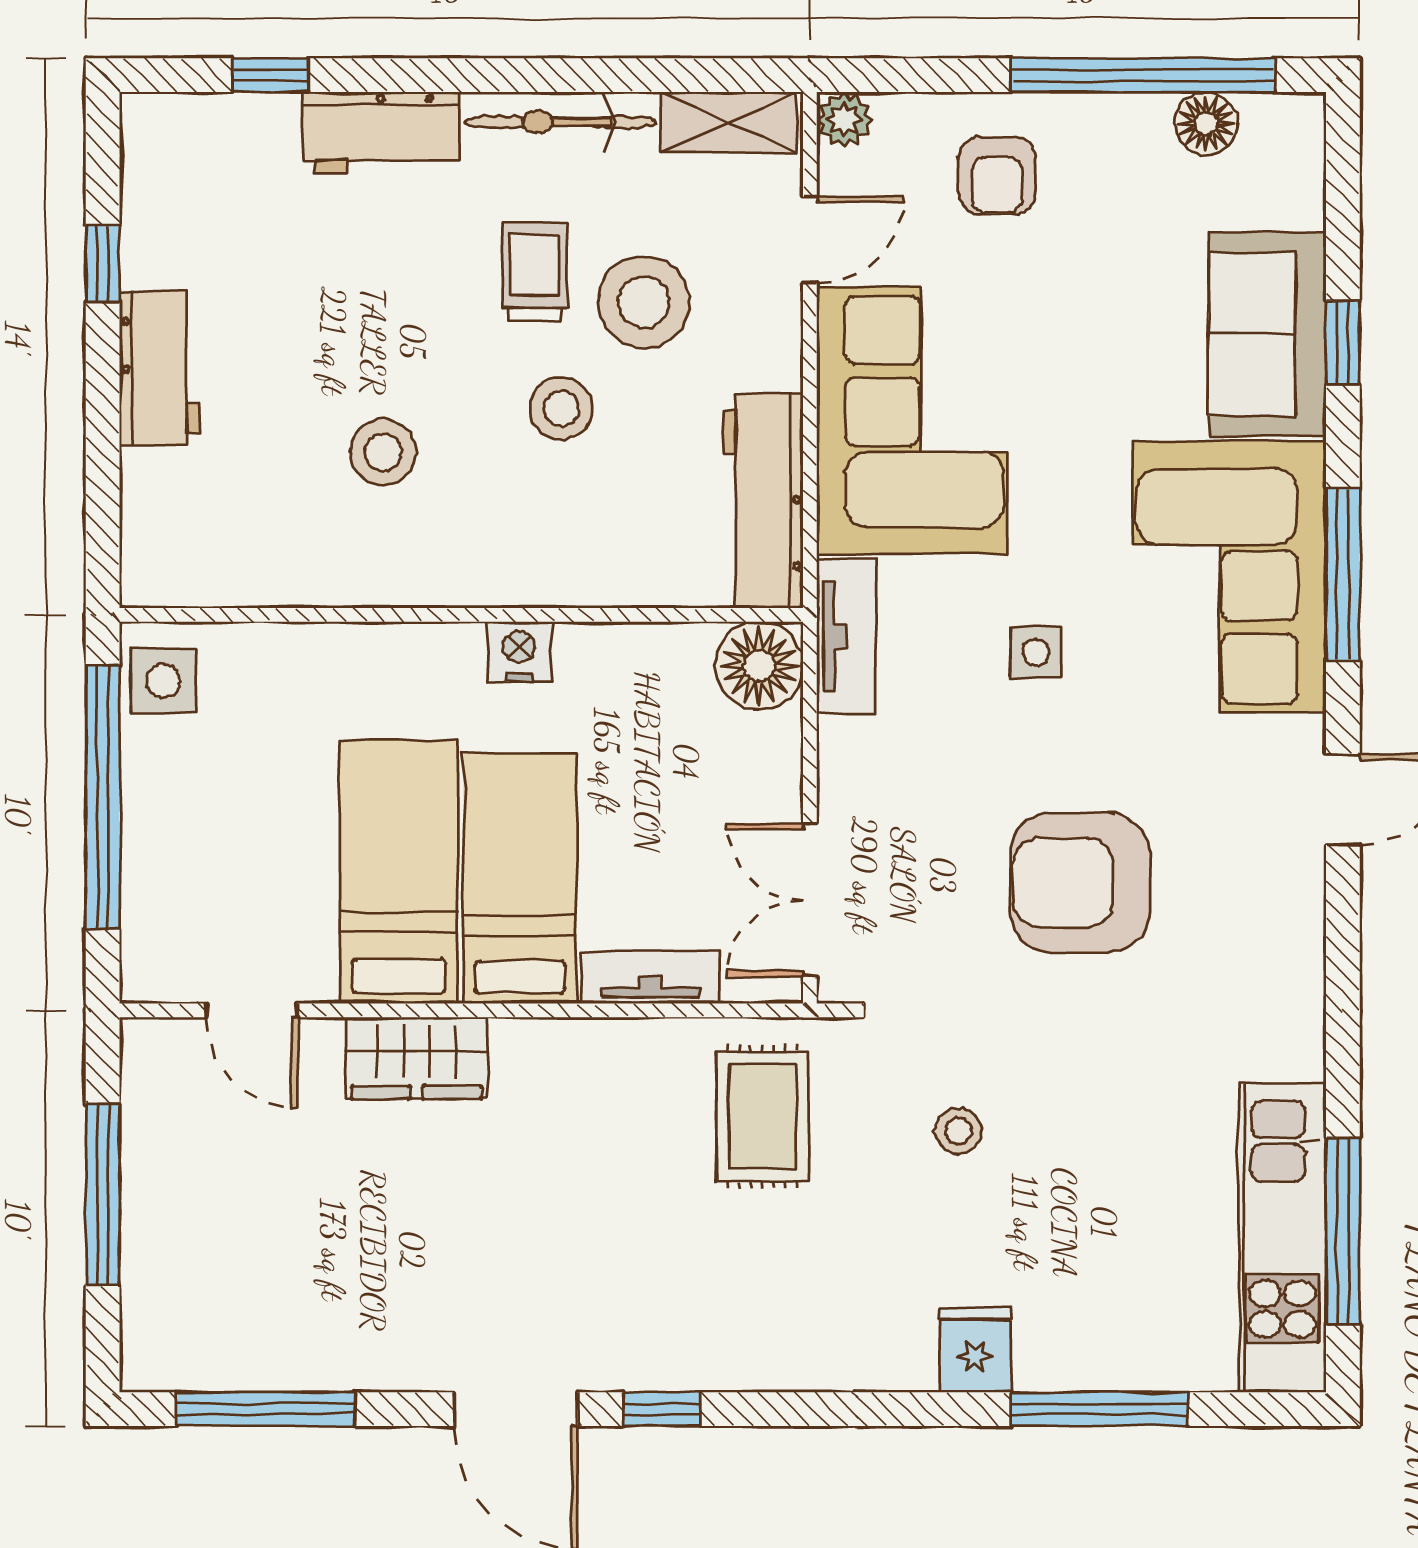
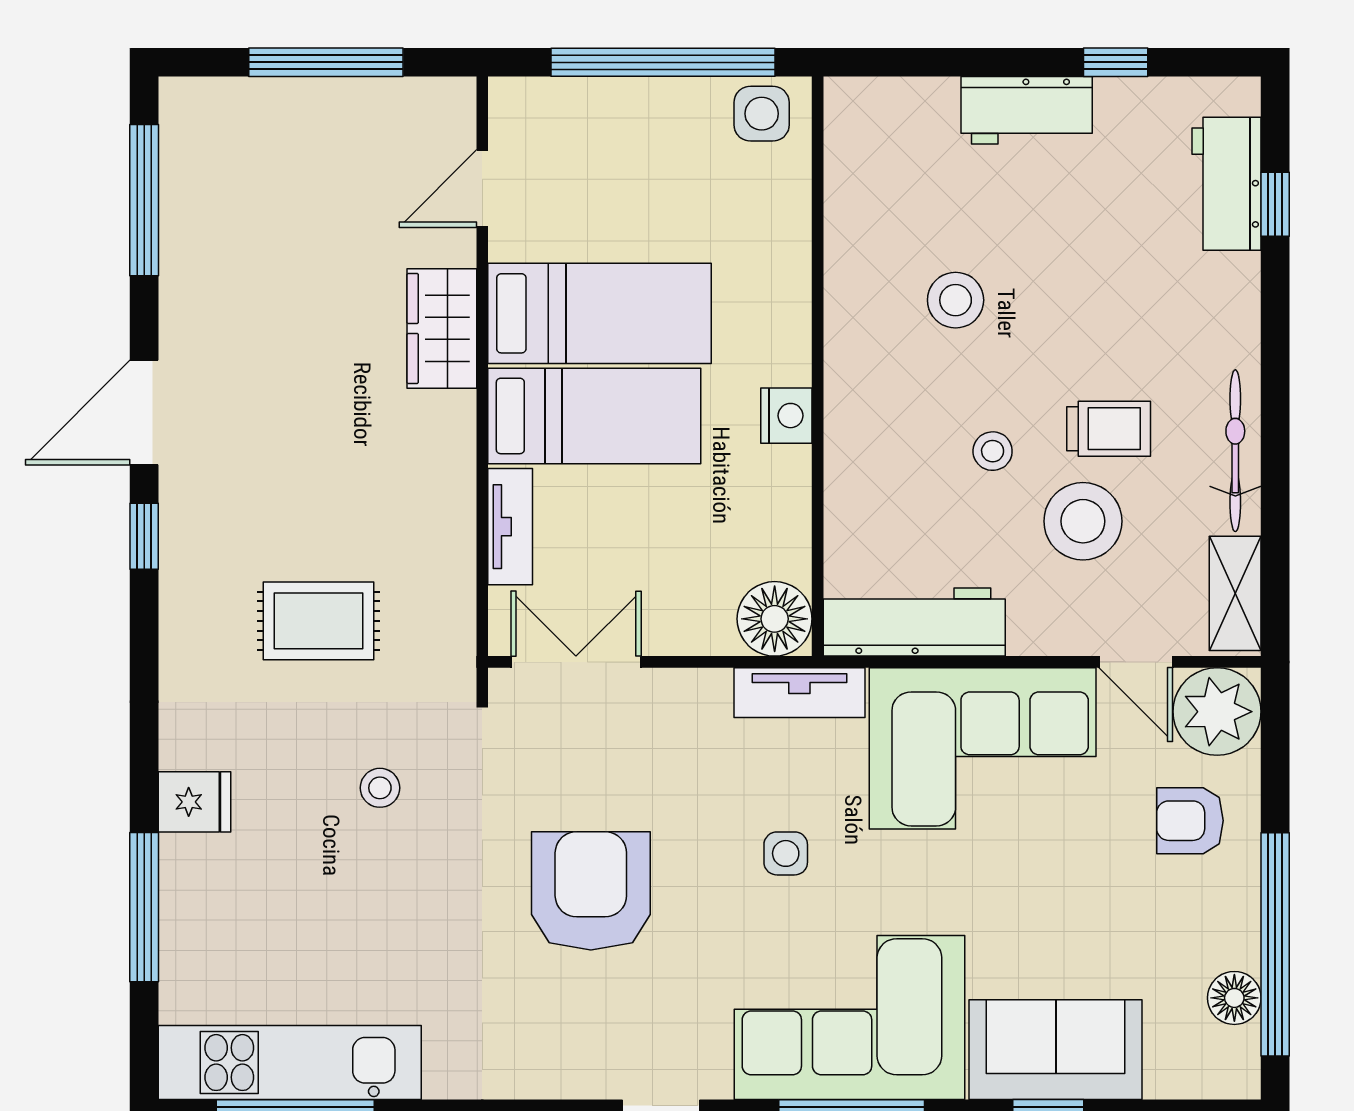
plant: (844, 120) -> (1217, 712), width x1.88, depth x1.88
workbench: (381, 133) -> (1227, 184), moved
stool: (561, 408) -> (993, 451), width x0.73, depth x0.73
rug: (762, 1117) -> (319, 621), moved

